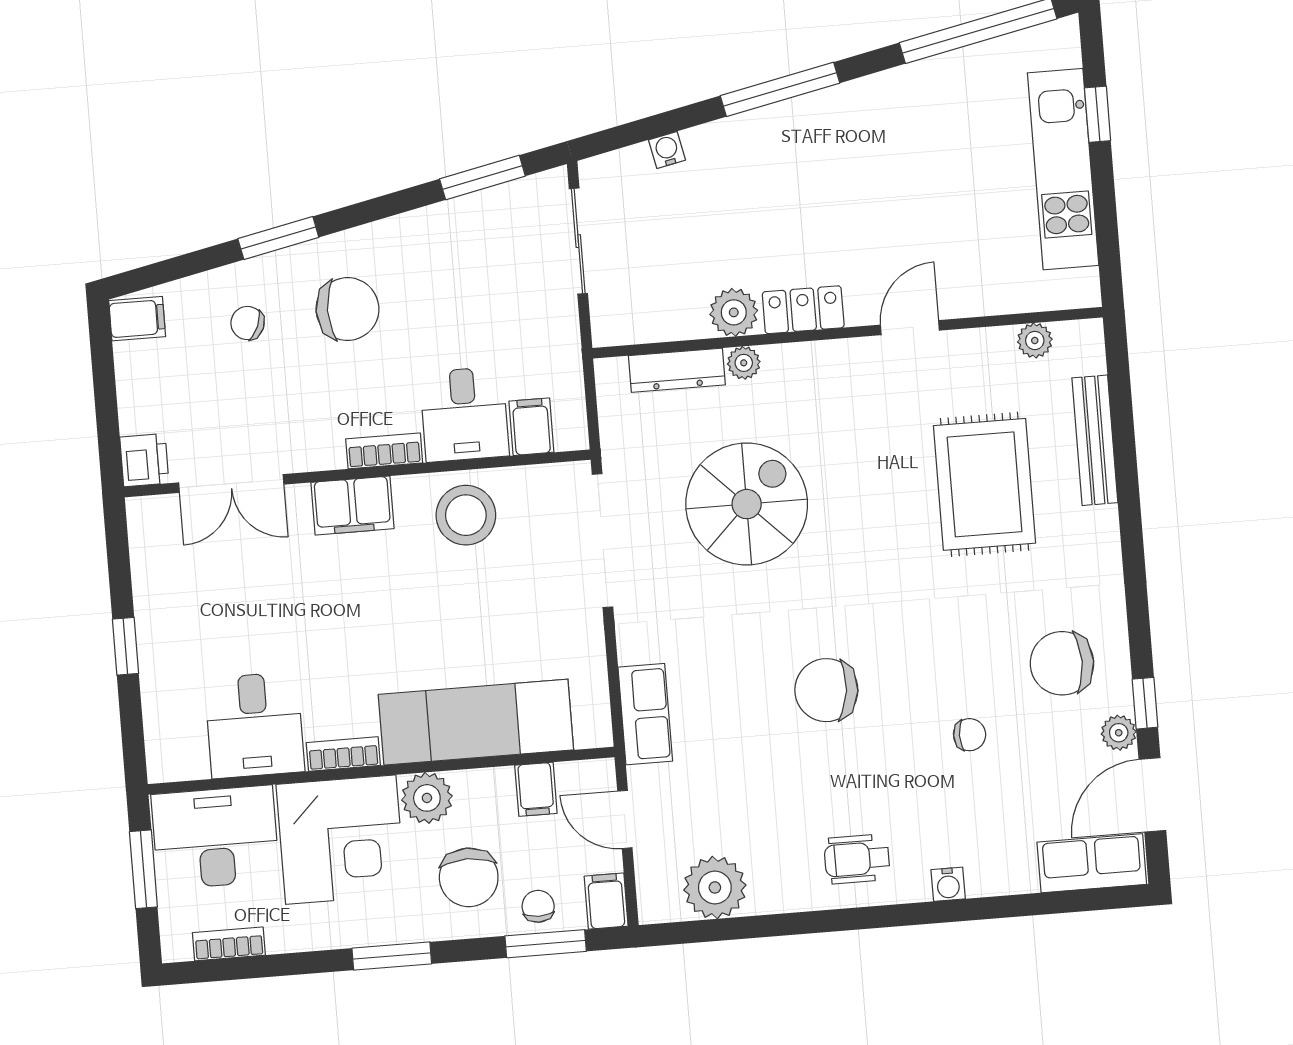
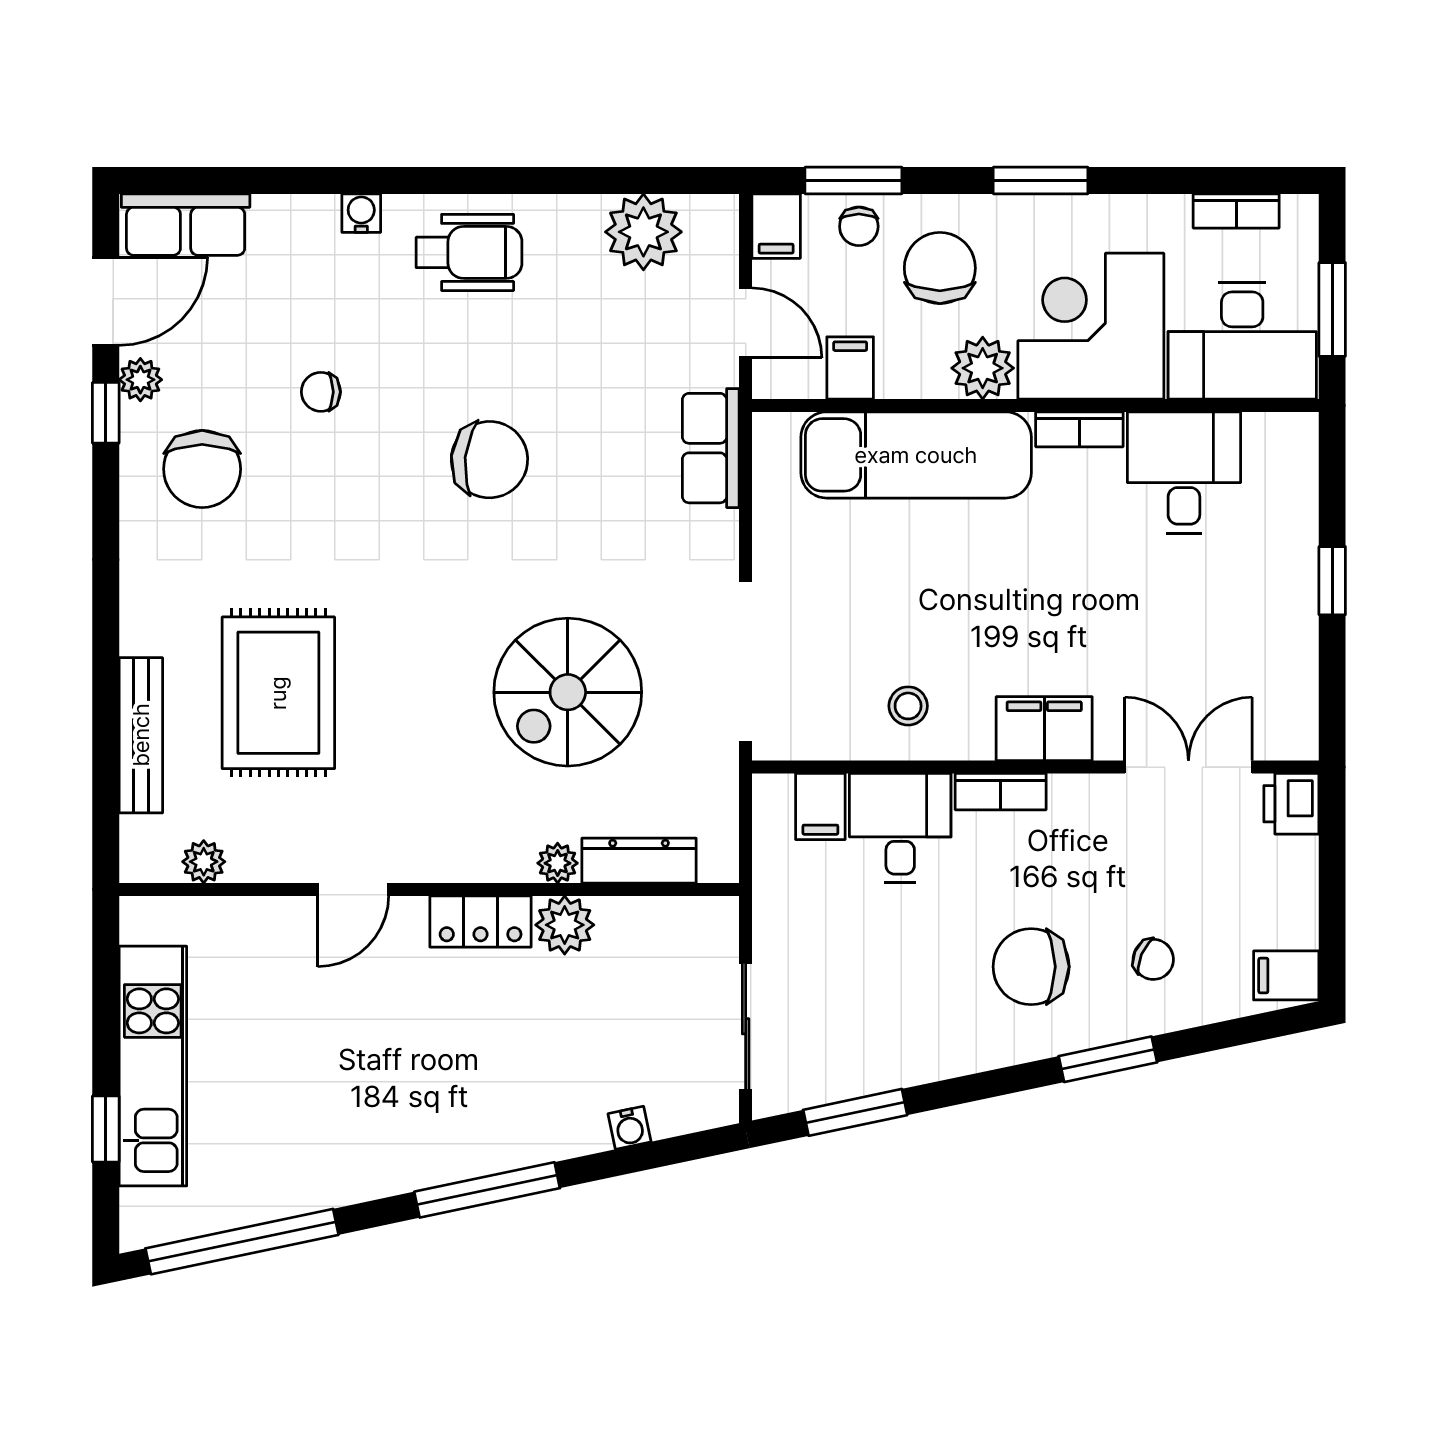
stool: (466, 515) -> (908, 706), width x0.53, depth x0.53
chair: (1062, 663) -> (202, 469), turned 90
wheelchair: (857, 859) -> (469, 252), width x1.36, depth x1.37

